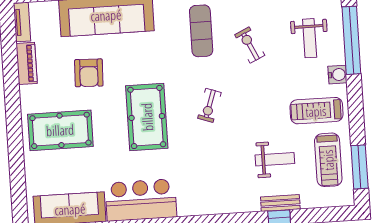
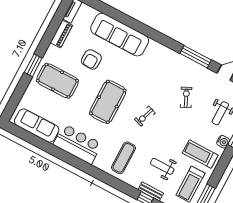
exercise mat: (201, 31) -> (123, 158), moved
window: (14, 130) -> (33, 65), added
weight bench: (275, 159) -> (162, 166), turned 180

